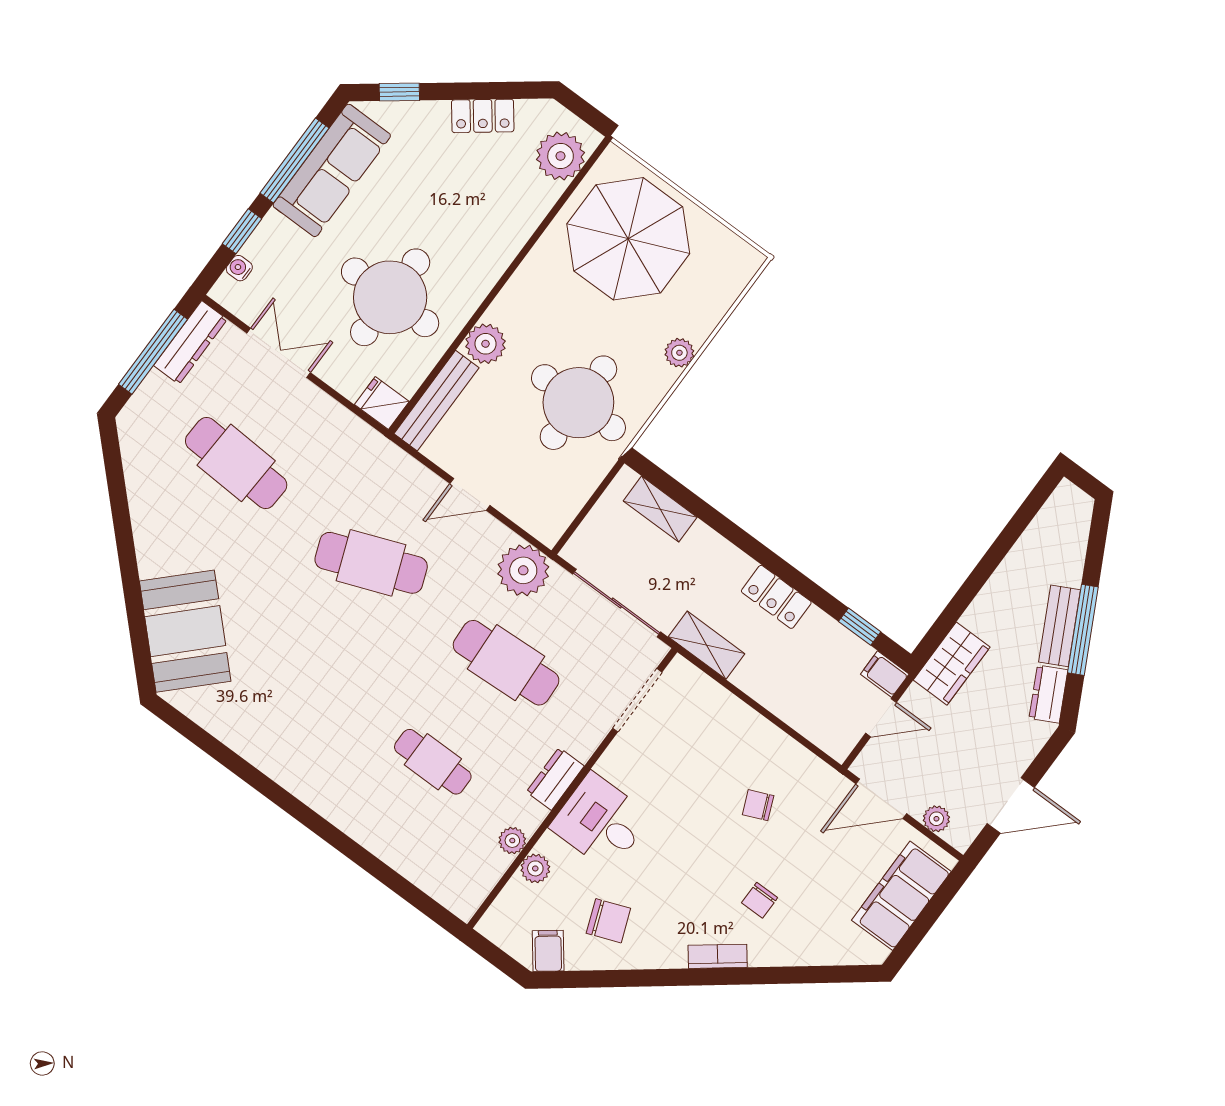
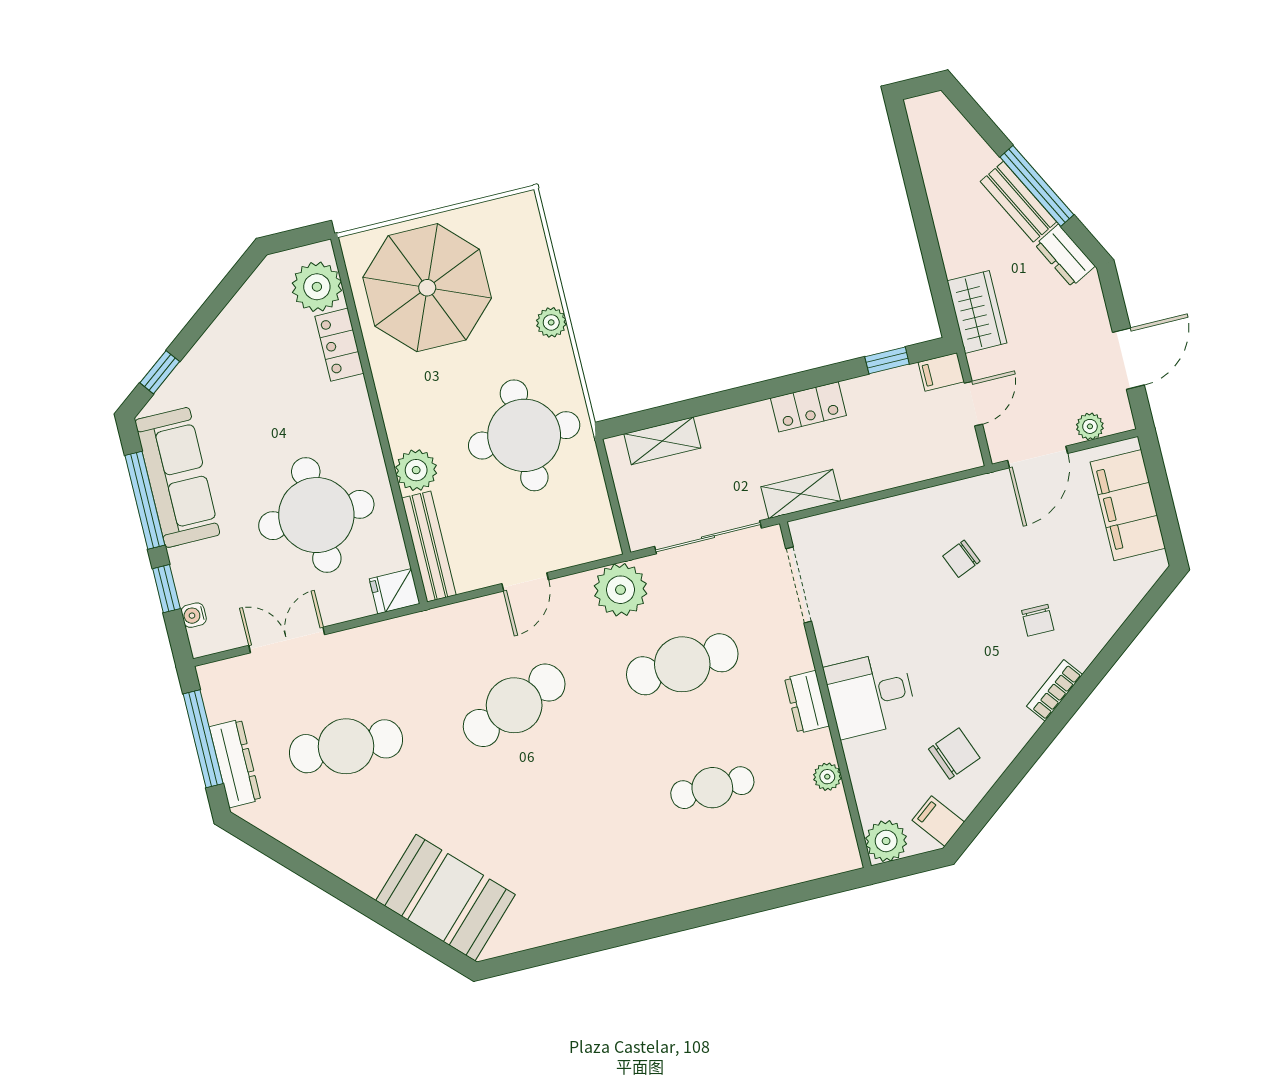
locker: (483, 116) -> (339, 345), moved, turned 127
dresser: (190, 342) -> (235, 763), moved
plant: (535, 868) -> (886, 841), moved, width x1.38, depth x1.38

